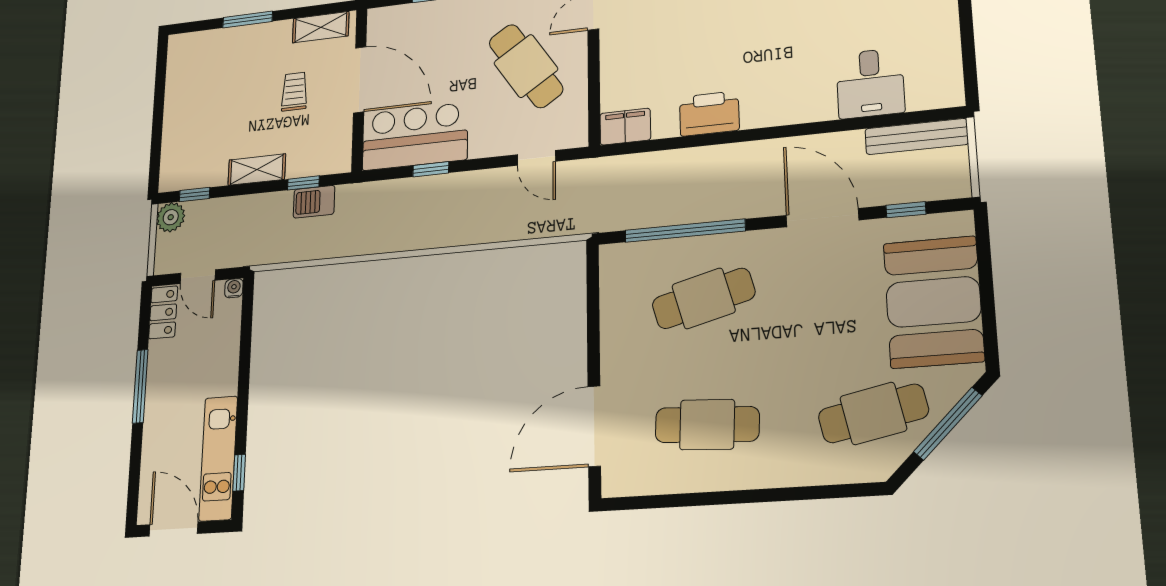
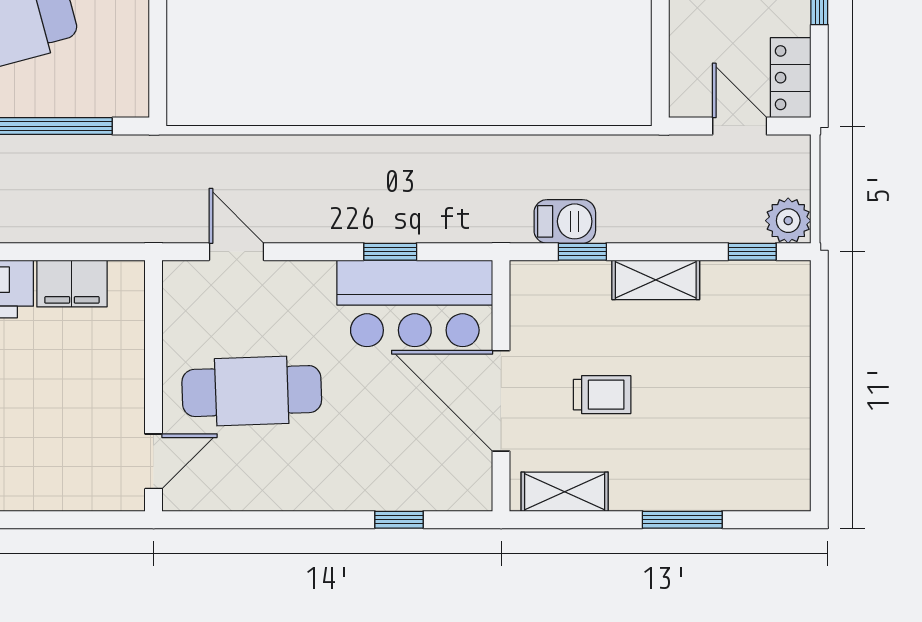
cafe table: (526, 66) -> (252, 391), turned -58
trolley: (294, 92) -> (602, 395), turned -90
filing cabinet: (625, 127) -> (72, 283), moved
water cooler: (234, 288) -> (682, 104), removed

